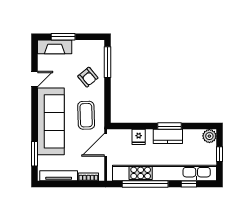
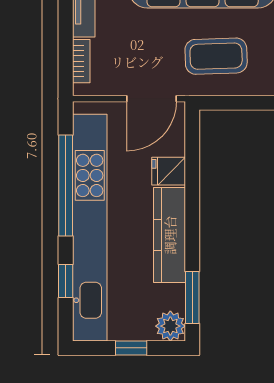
window: (170, 126) -> (192, 297), moved
kitchen counter: (168, 136) -> (170, 235), width x1.50
door: (106, 145) -> (152, 99), swing flipped

